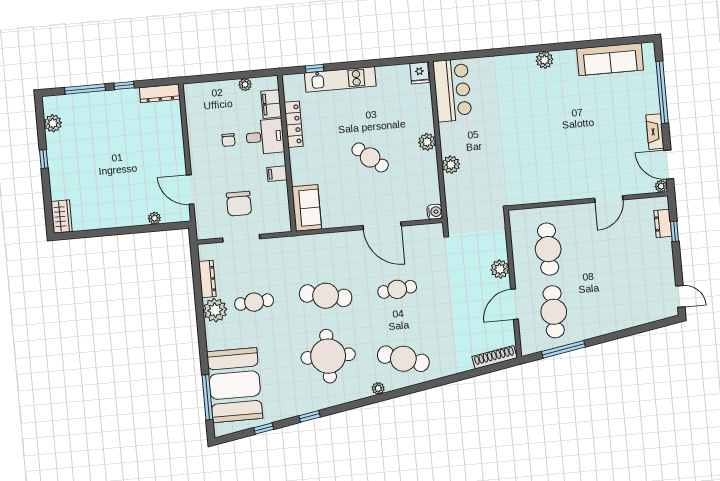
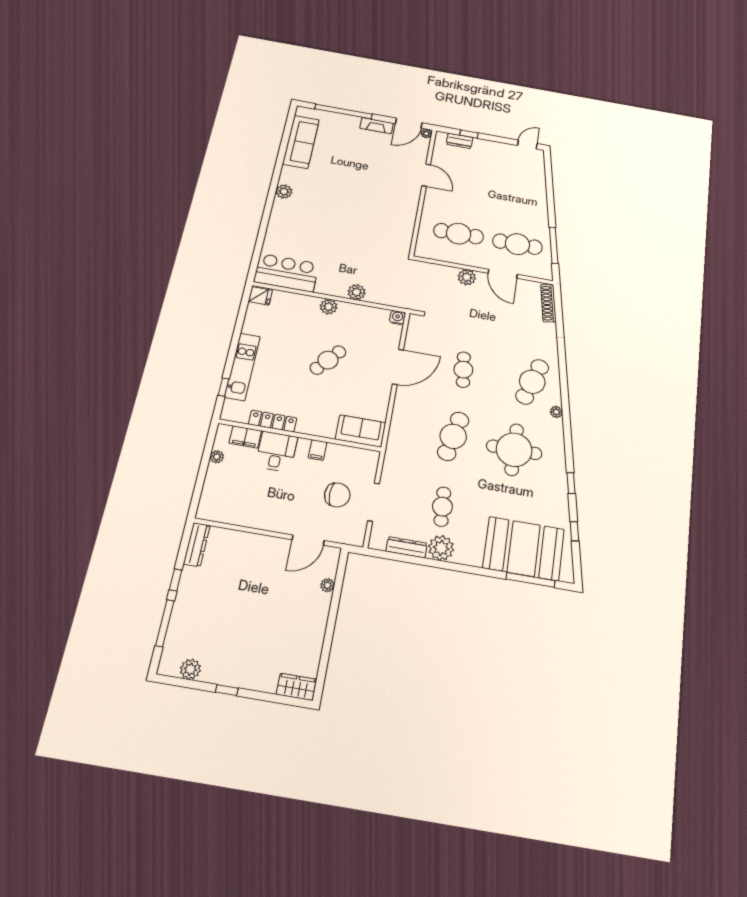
chair: (228, 140) -> (268, 488), removed

